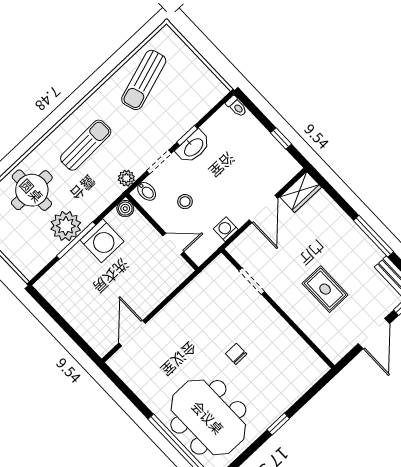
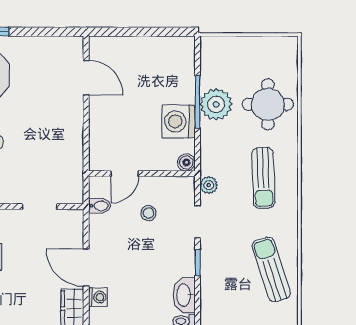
washbasin: (193, 147) -> (184, 295), moved
bidet: (147, 191) -> (100, 206), moved, turned 180
washing machine: (226, 229) -> (98, 297), moved

